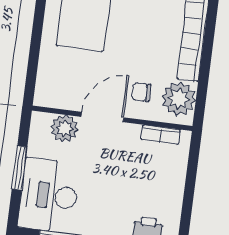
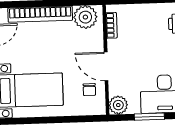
chair: (141, 92) -> (89, 90), moved
plant: (64, 128) -> (118, 105), moved

